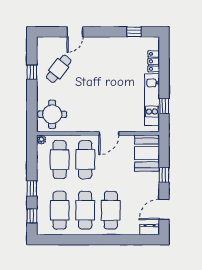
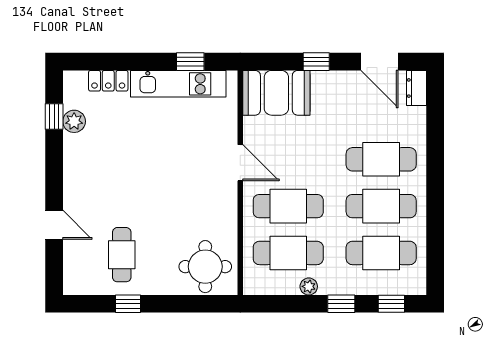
plant: (131, 43) -> (74, 121), added
cafe table: (59, 69) -> (122, 255), turned 51
plant: (41, 140) -> (309, 286), moved

